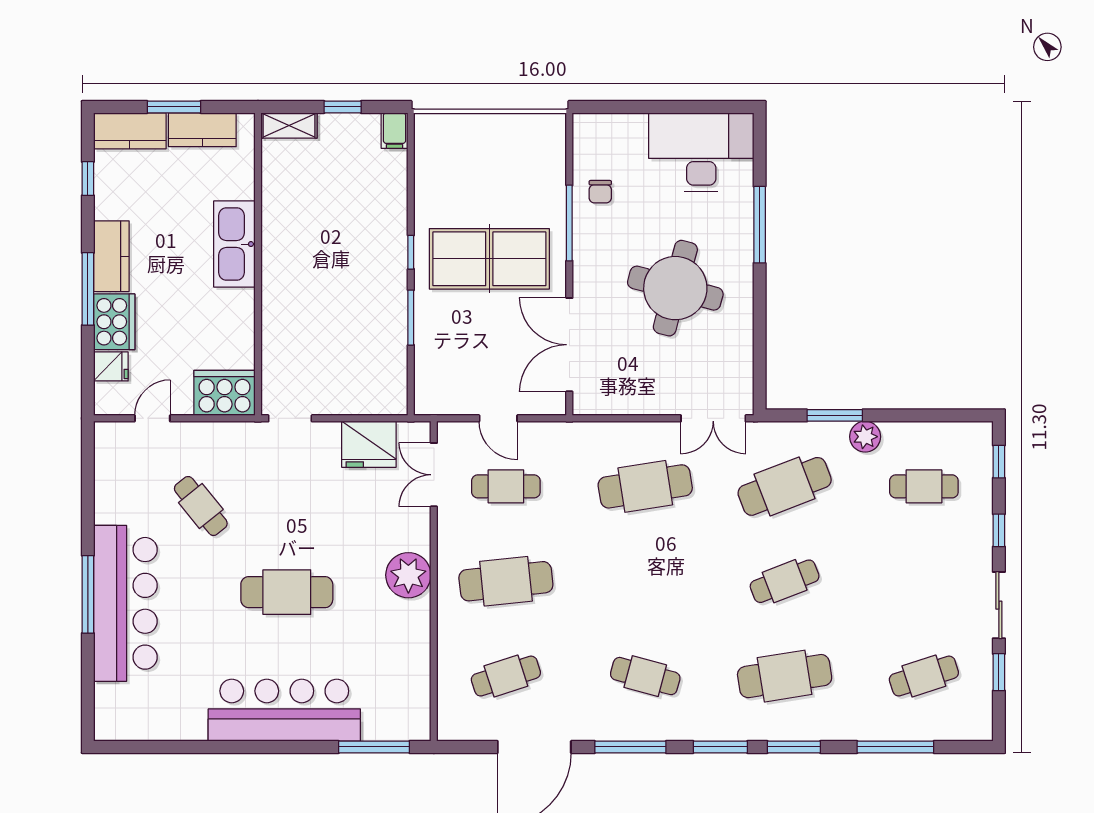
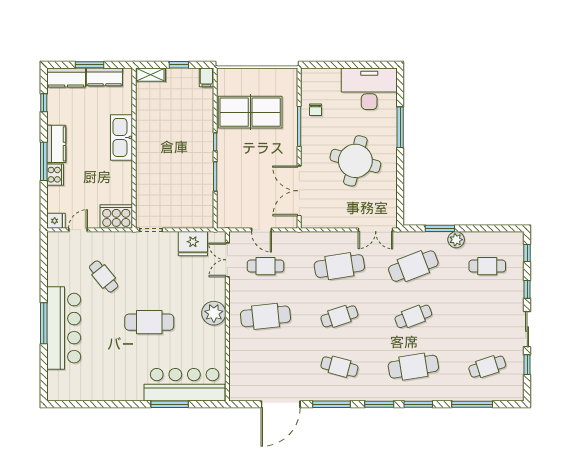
table tennis table: (489, 259) -> (250, 112), moved
cooker: (114, 322) -> (55, 175), width x0.73, depth x0.76
fridge: (111, 366) -> (56, 221), moved
cafe table: (506, 676) -> (339, 316), moved
bar counter: (284, 710) -> (185, 385), moved
window: (374, 747) -> (170, 404), moved

